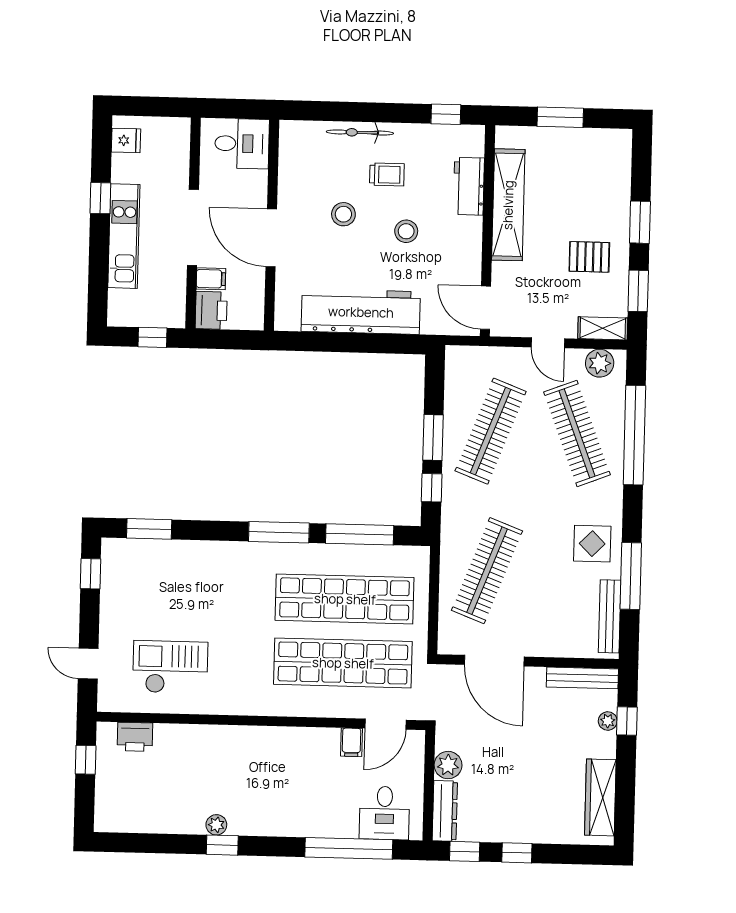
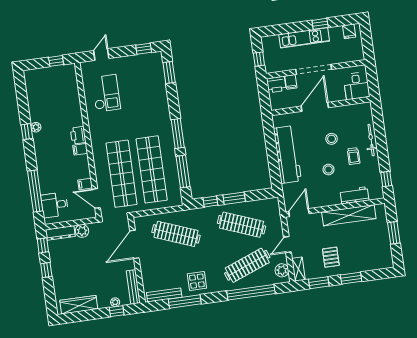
printer: (135, 737) -> (78, 135), moved
filing cabinet: (278, 740) -> (80, 149), added

